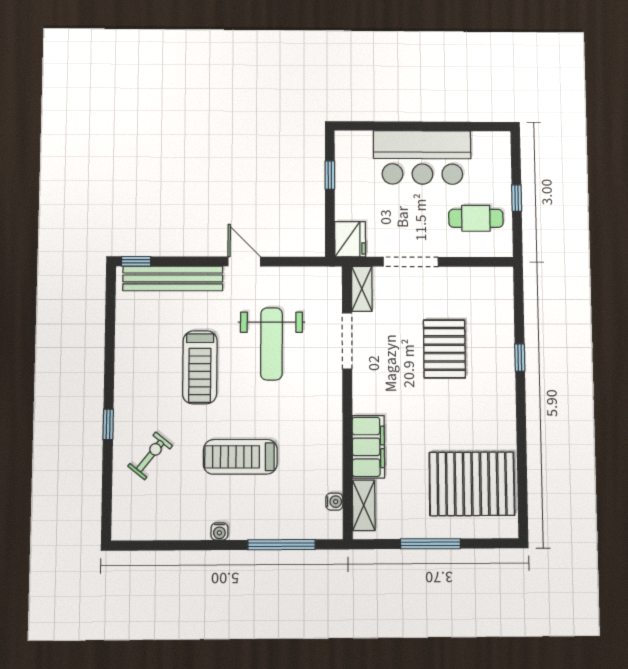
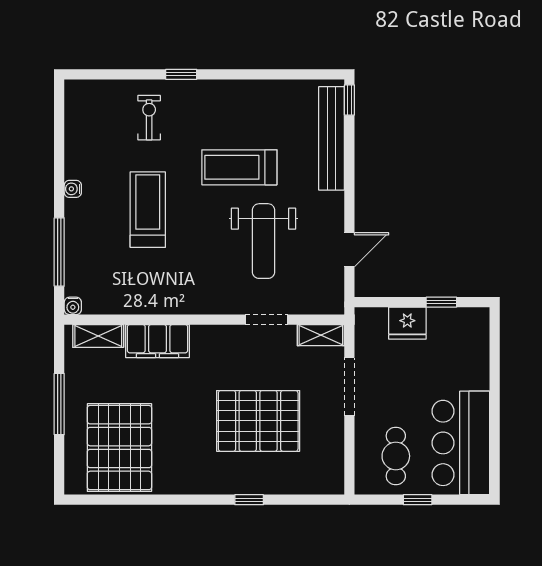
bar counter: (422, 157) -> (461, 443), moved
fridge: (350, 239) -> (407, 323), moved
door: (244, 261) -> (349, 250), moved
doorway: (347, 341) -> (266, 320), width x0.73
weight bench: (271, 344) -> (264, 241), turned -90
pallet: (444, 349) -> (258, 421), width x1.37, depth x1.41
exercise bike: (150, 456) -> (149, 118), turned -129
water cooler: (334, 502) -> (73, 306), moved

